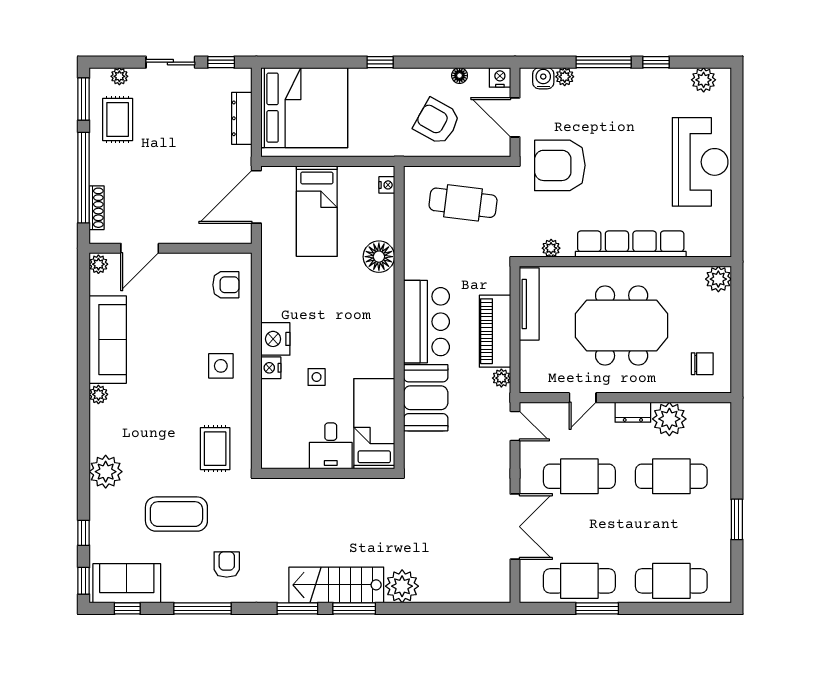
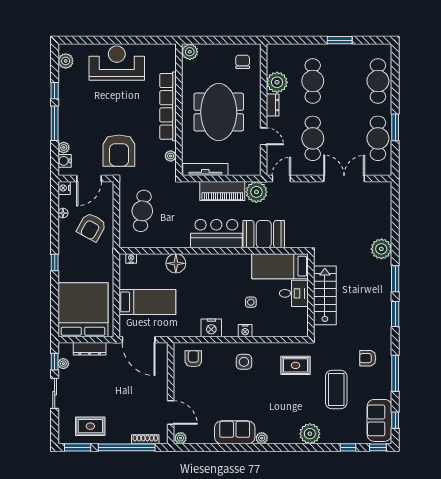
plant: (119, 76) -> (63, 364), moved
nightstand: (275, 339) -> (211, 328), moved
sofa: (108, 340) -> (235, 432), width x0.73
plant: (501, 378) -> (256, 192), width x1.87, depth x1.87
stairs: (336, 585) -> (325, 295), moved, turned 180

